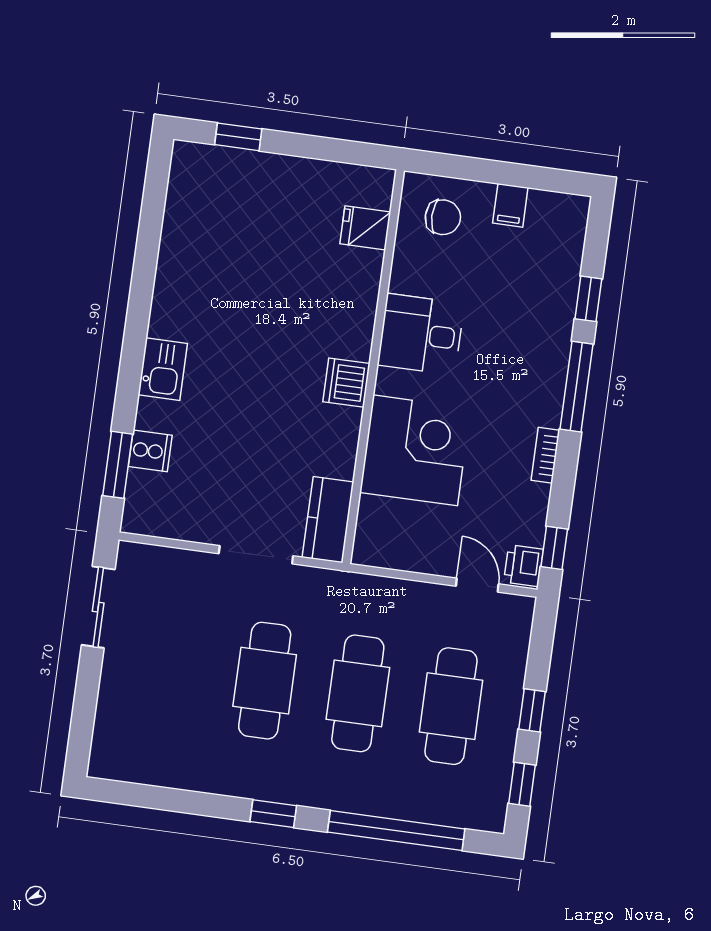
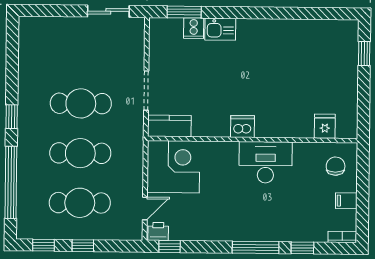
chair: (443, 217) -> (336, 166), turned 180
desk: (421, 334) -> (266, 162), width x1.37
kitchen sink: (163, 369) -> (220, 29), moved
corner desk: (415, 450) -> (173, 167), moved, turned -90
bookcase: (545, 455) -> (342, 237), moved

